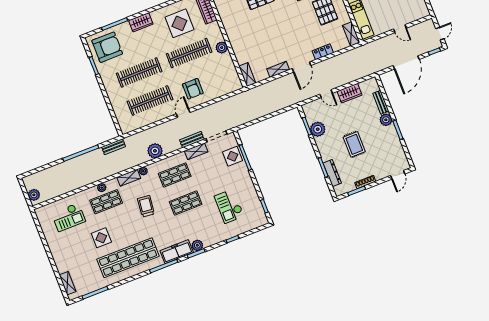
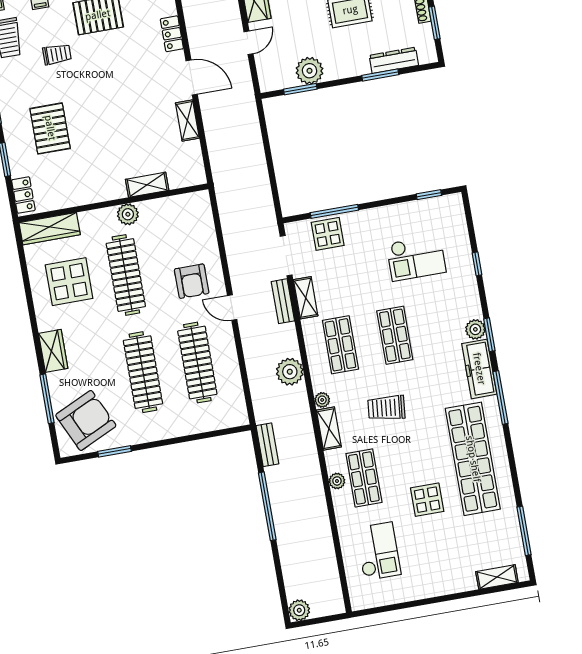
armchair: (107, 47) -> (86, 420), turned 65
shelving: (247, 75) -> (147, 185), moved
armchair: (193, 89) -> (192, 281), turned 90
plant: (34, 195) -> (299, 610), moved

